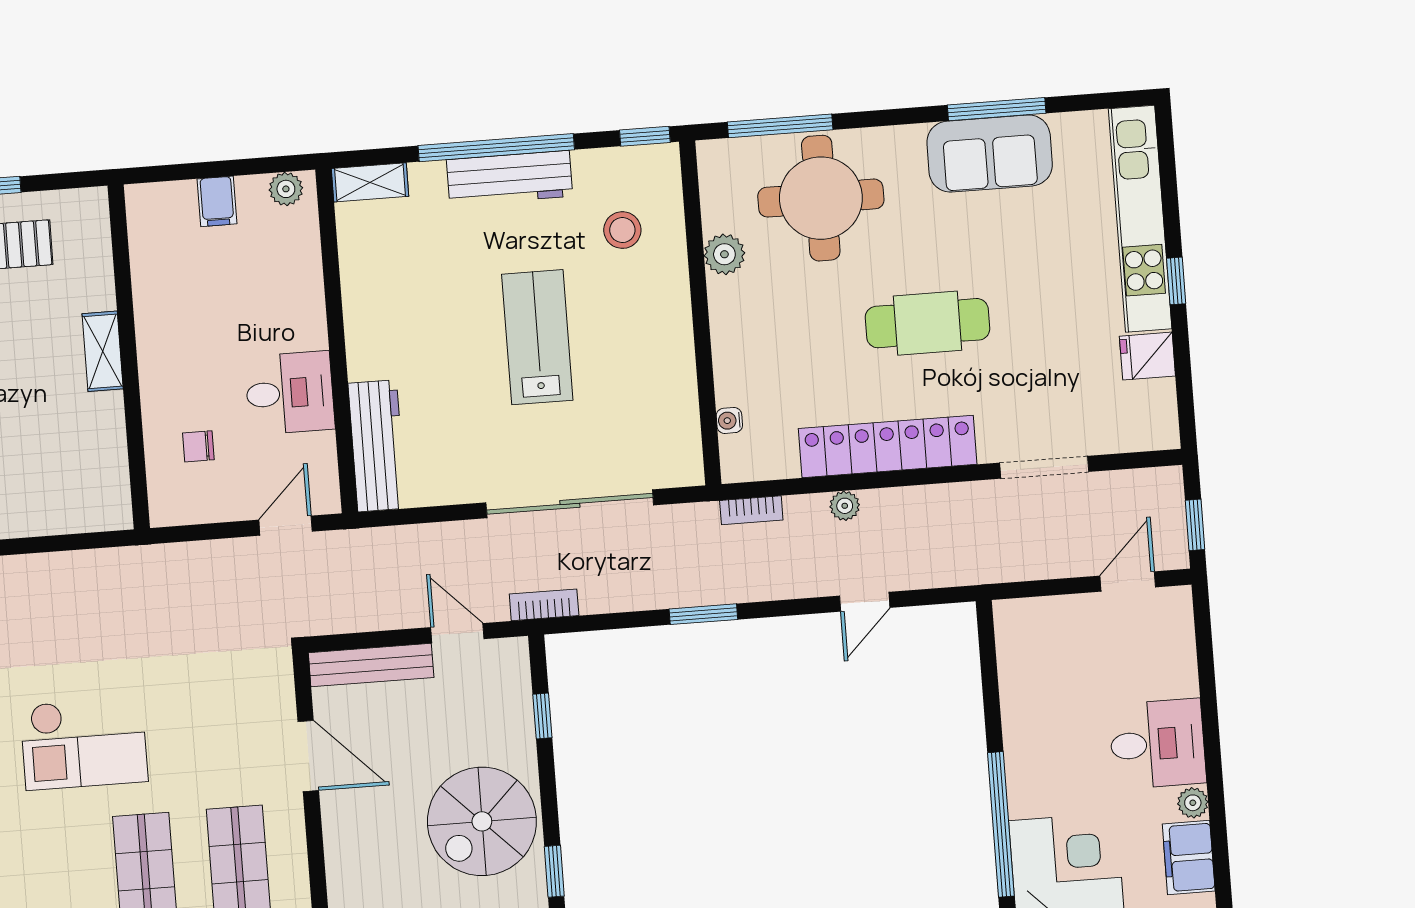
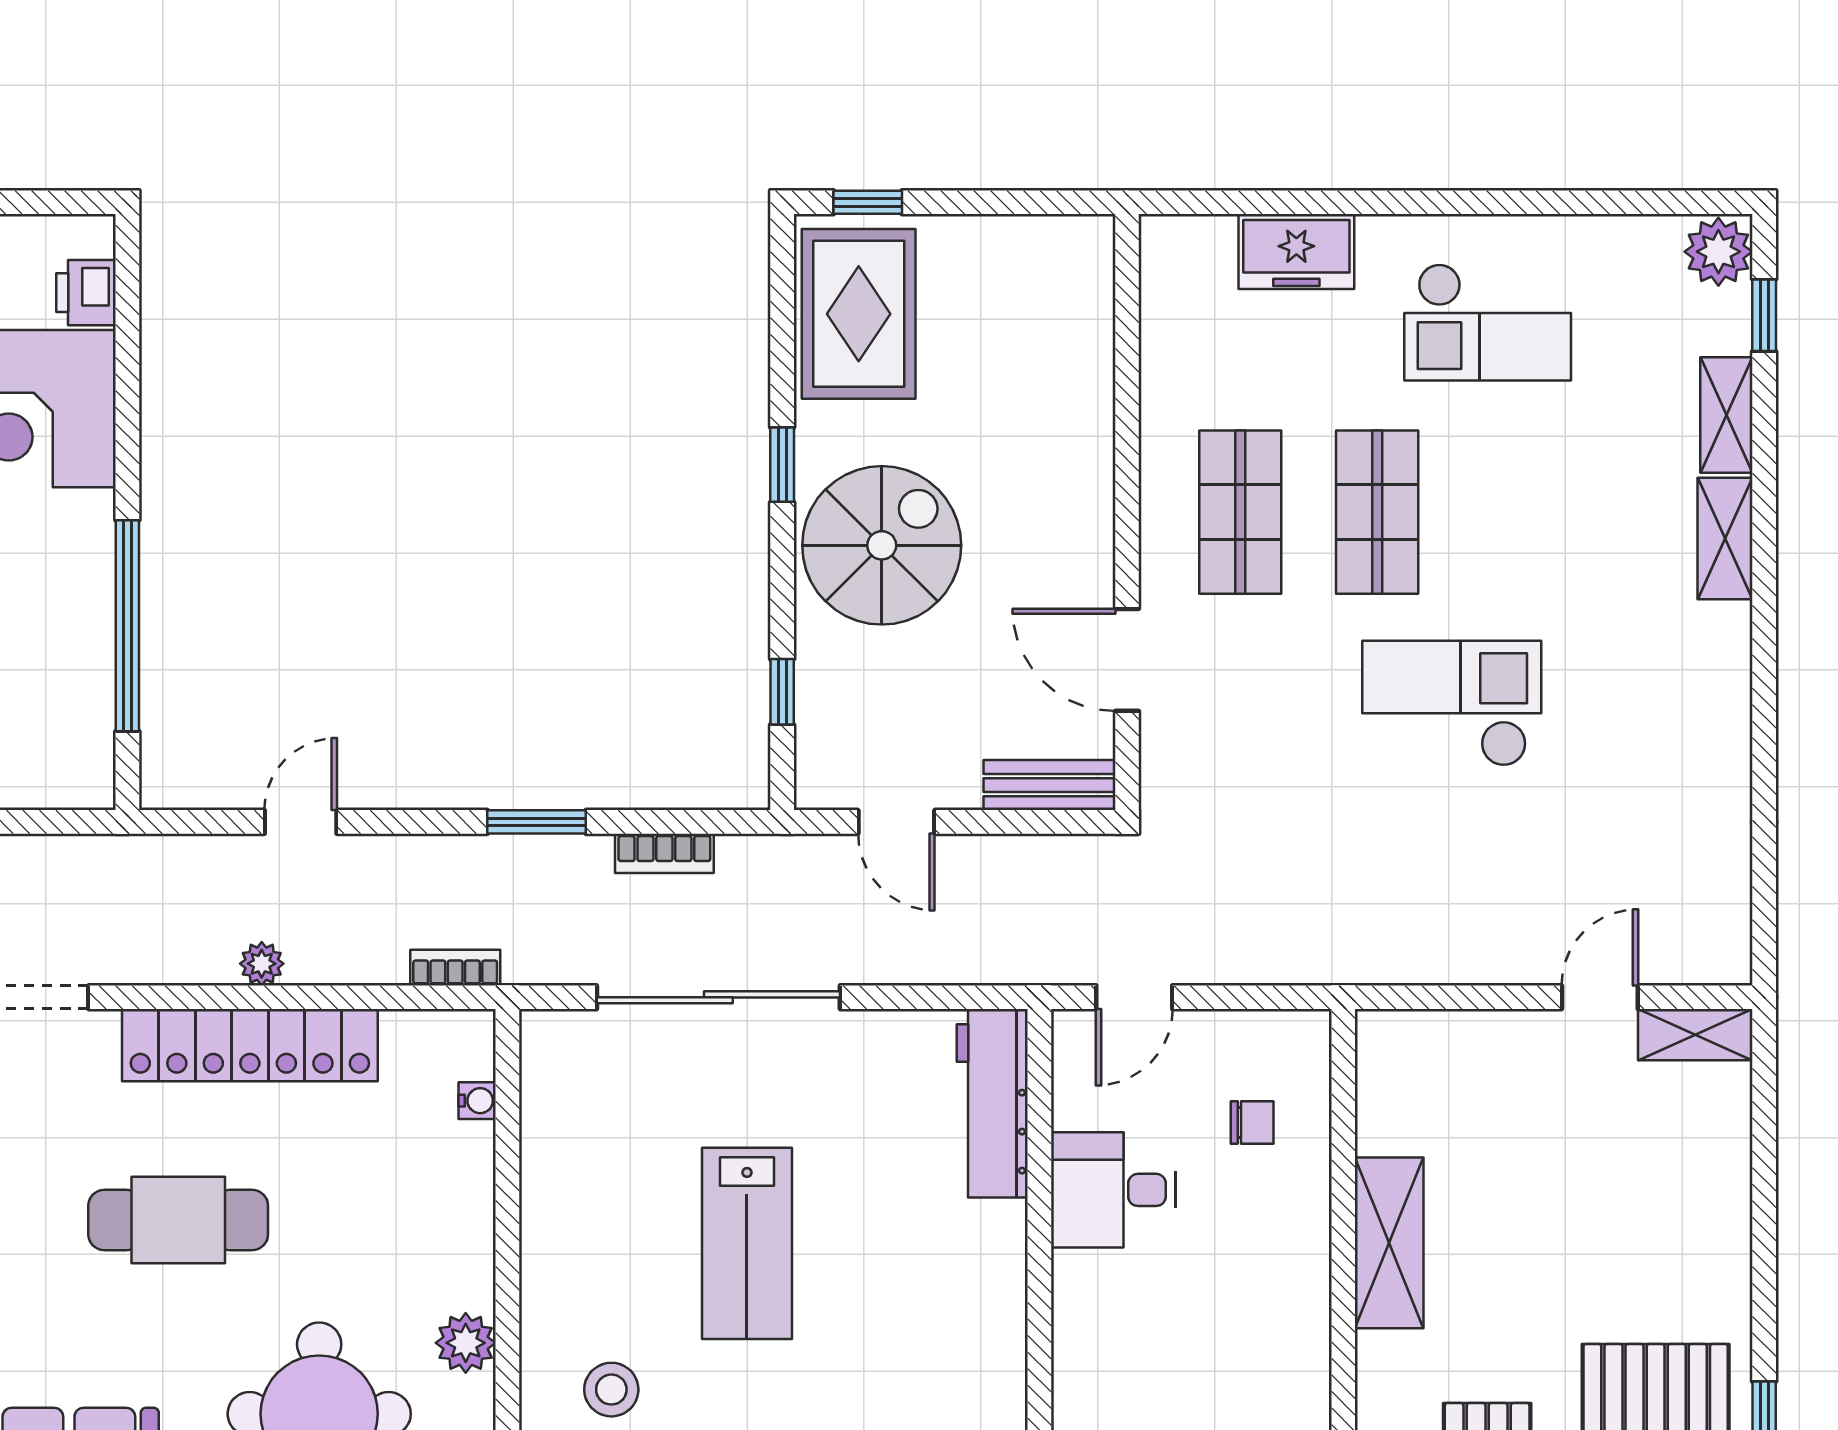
shelving: (103, 351) -> (1389, 1243), width x1.50, depth x1.33
plant: (845, 506) -> (262, 964), moved
bookcase: (544, 605) -> (664, 853), moved
bench: (371, 665) -> (1049, 785), width x0.73
window: (1001, 824) -> (127, 626), moved

